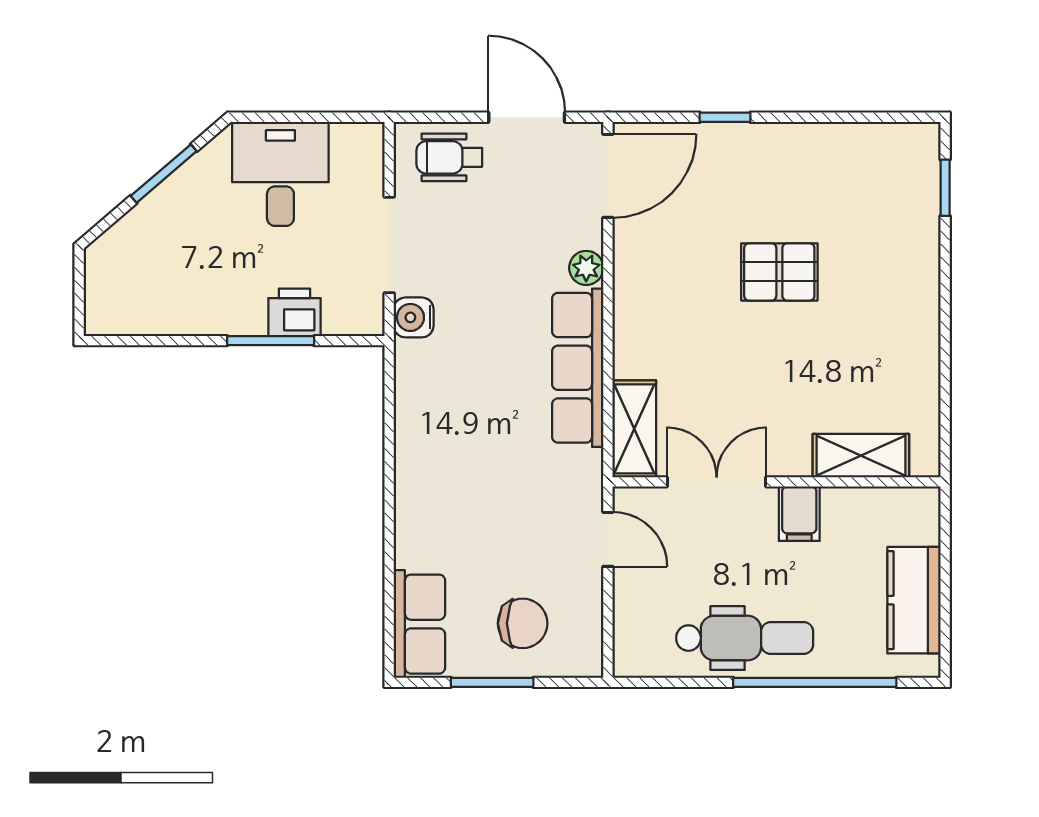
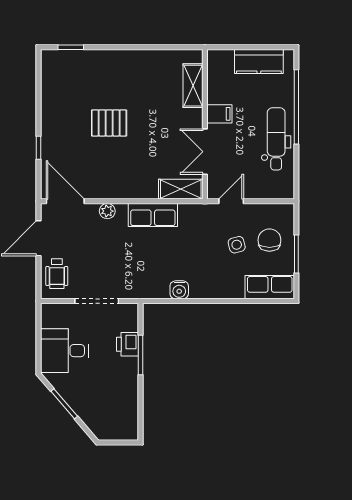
pallet: (779, 272) -> (109, 123), turned 90
water cooler: (414, 317) -> (179, 290), moved
row of seats: (578, 368) -> (153, 215), width x0.68
side table: (512, 552) -> (237, 245), added

